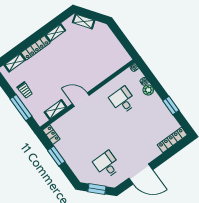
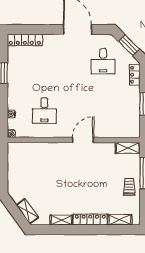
plant: (148, 90) -> (13, 103), removed
door: (81, 100) -> (83, 140), swing flipped
shelving: (56, 109) -> (128, 148), moved
locker: (51, 135) -> (135, 75), moved

